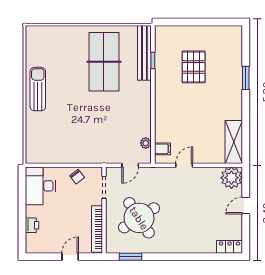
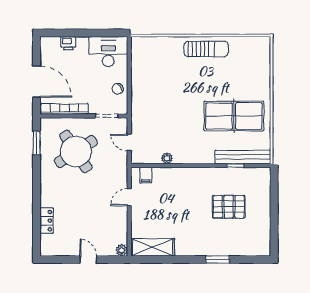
plant: (146, 143) -> (167, 158), moved
door: (184, 165) -> (129, 197), swing flipped
plant: (231, 178) -> (122, 250), width x0.53, depth x0.53
locker: (230, 247) -> (47, 221), moved
door: (70, 257) -> (37, 82), width x1.87

